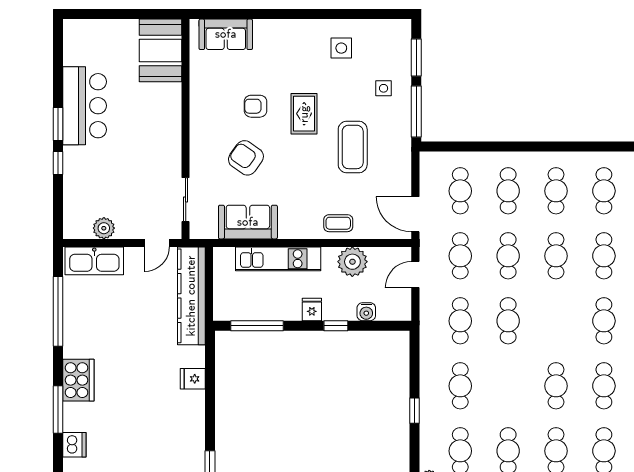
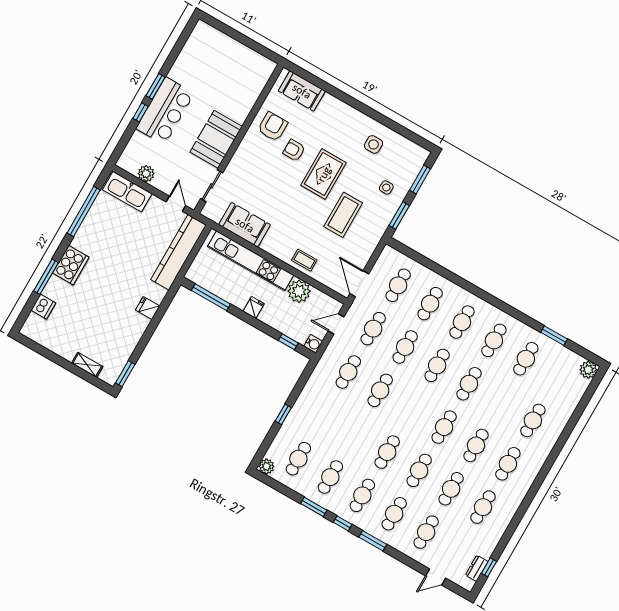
booth: (160, 50) -> (216, 139), moved
bar counter: (85, 106) -> (165, 111), moved
window: (416, 111) -> (399, 216), width x0.69
rug: (304, 114) -> (324, 174), width x1.36, depth x1.43
armchair: (246, 158) -> (273, 127), moved, turned 55
door: (157, 243) -> (176, 204), swing flipped
kitchen unit: (278, 259) -> (251, 261), width x1.36
water cooler: (366, 312) -> (313, 344), moved, turned -90
window: (336, 326) -> (288, 342), moved
cafe table: (460, 386) -> (323, 415), removed

